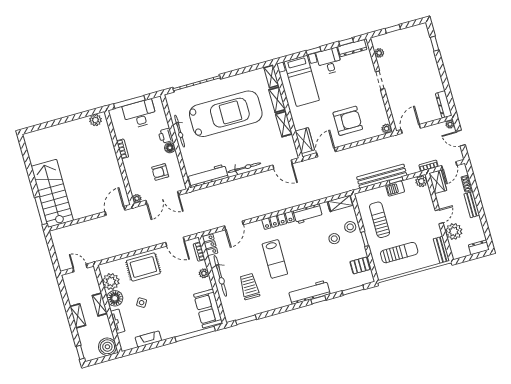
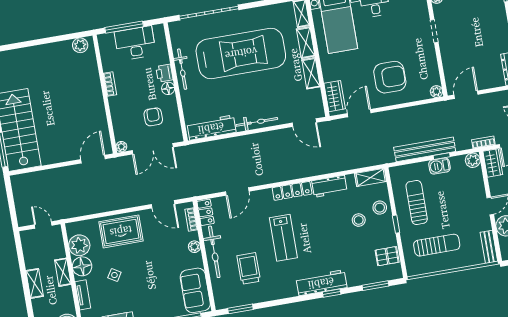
armchair: (160, 172) -> (153, 117), turned 90

